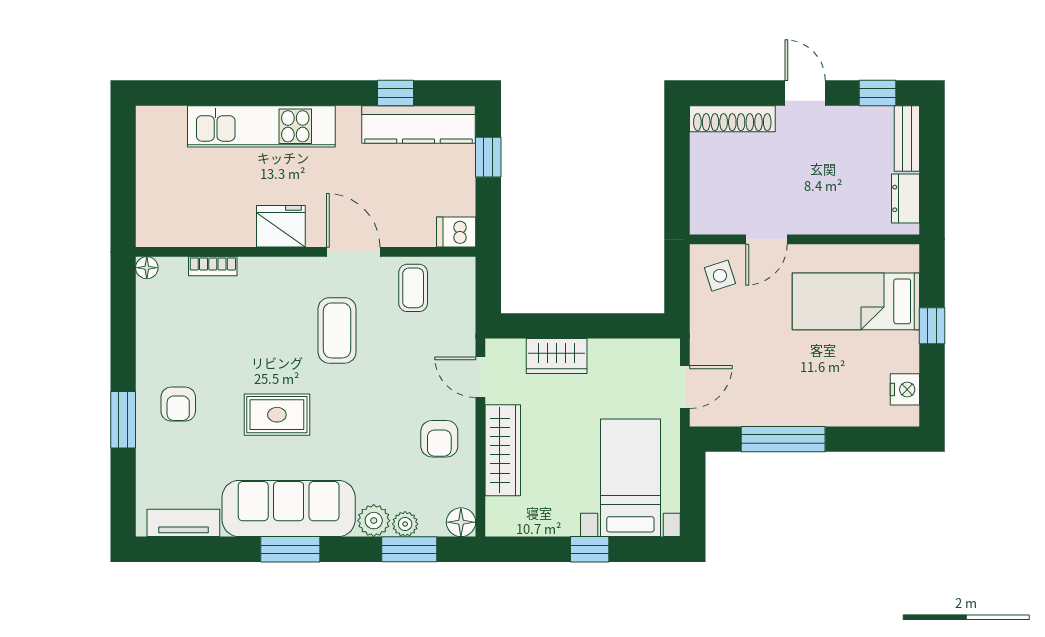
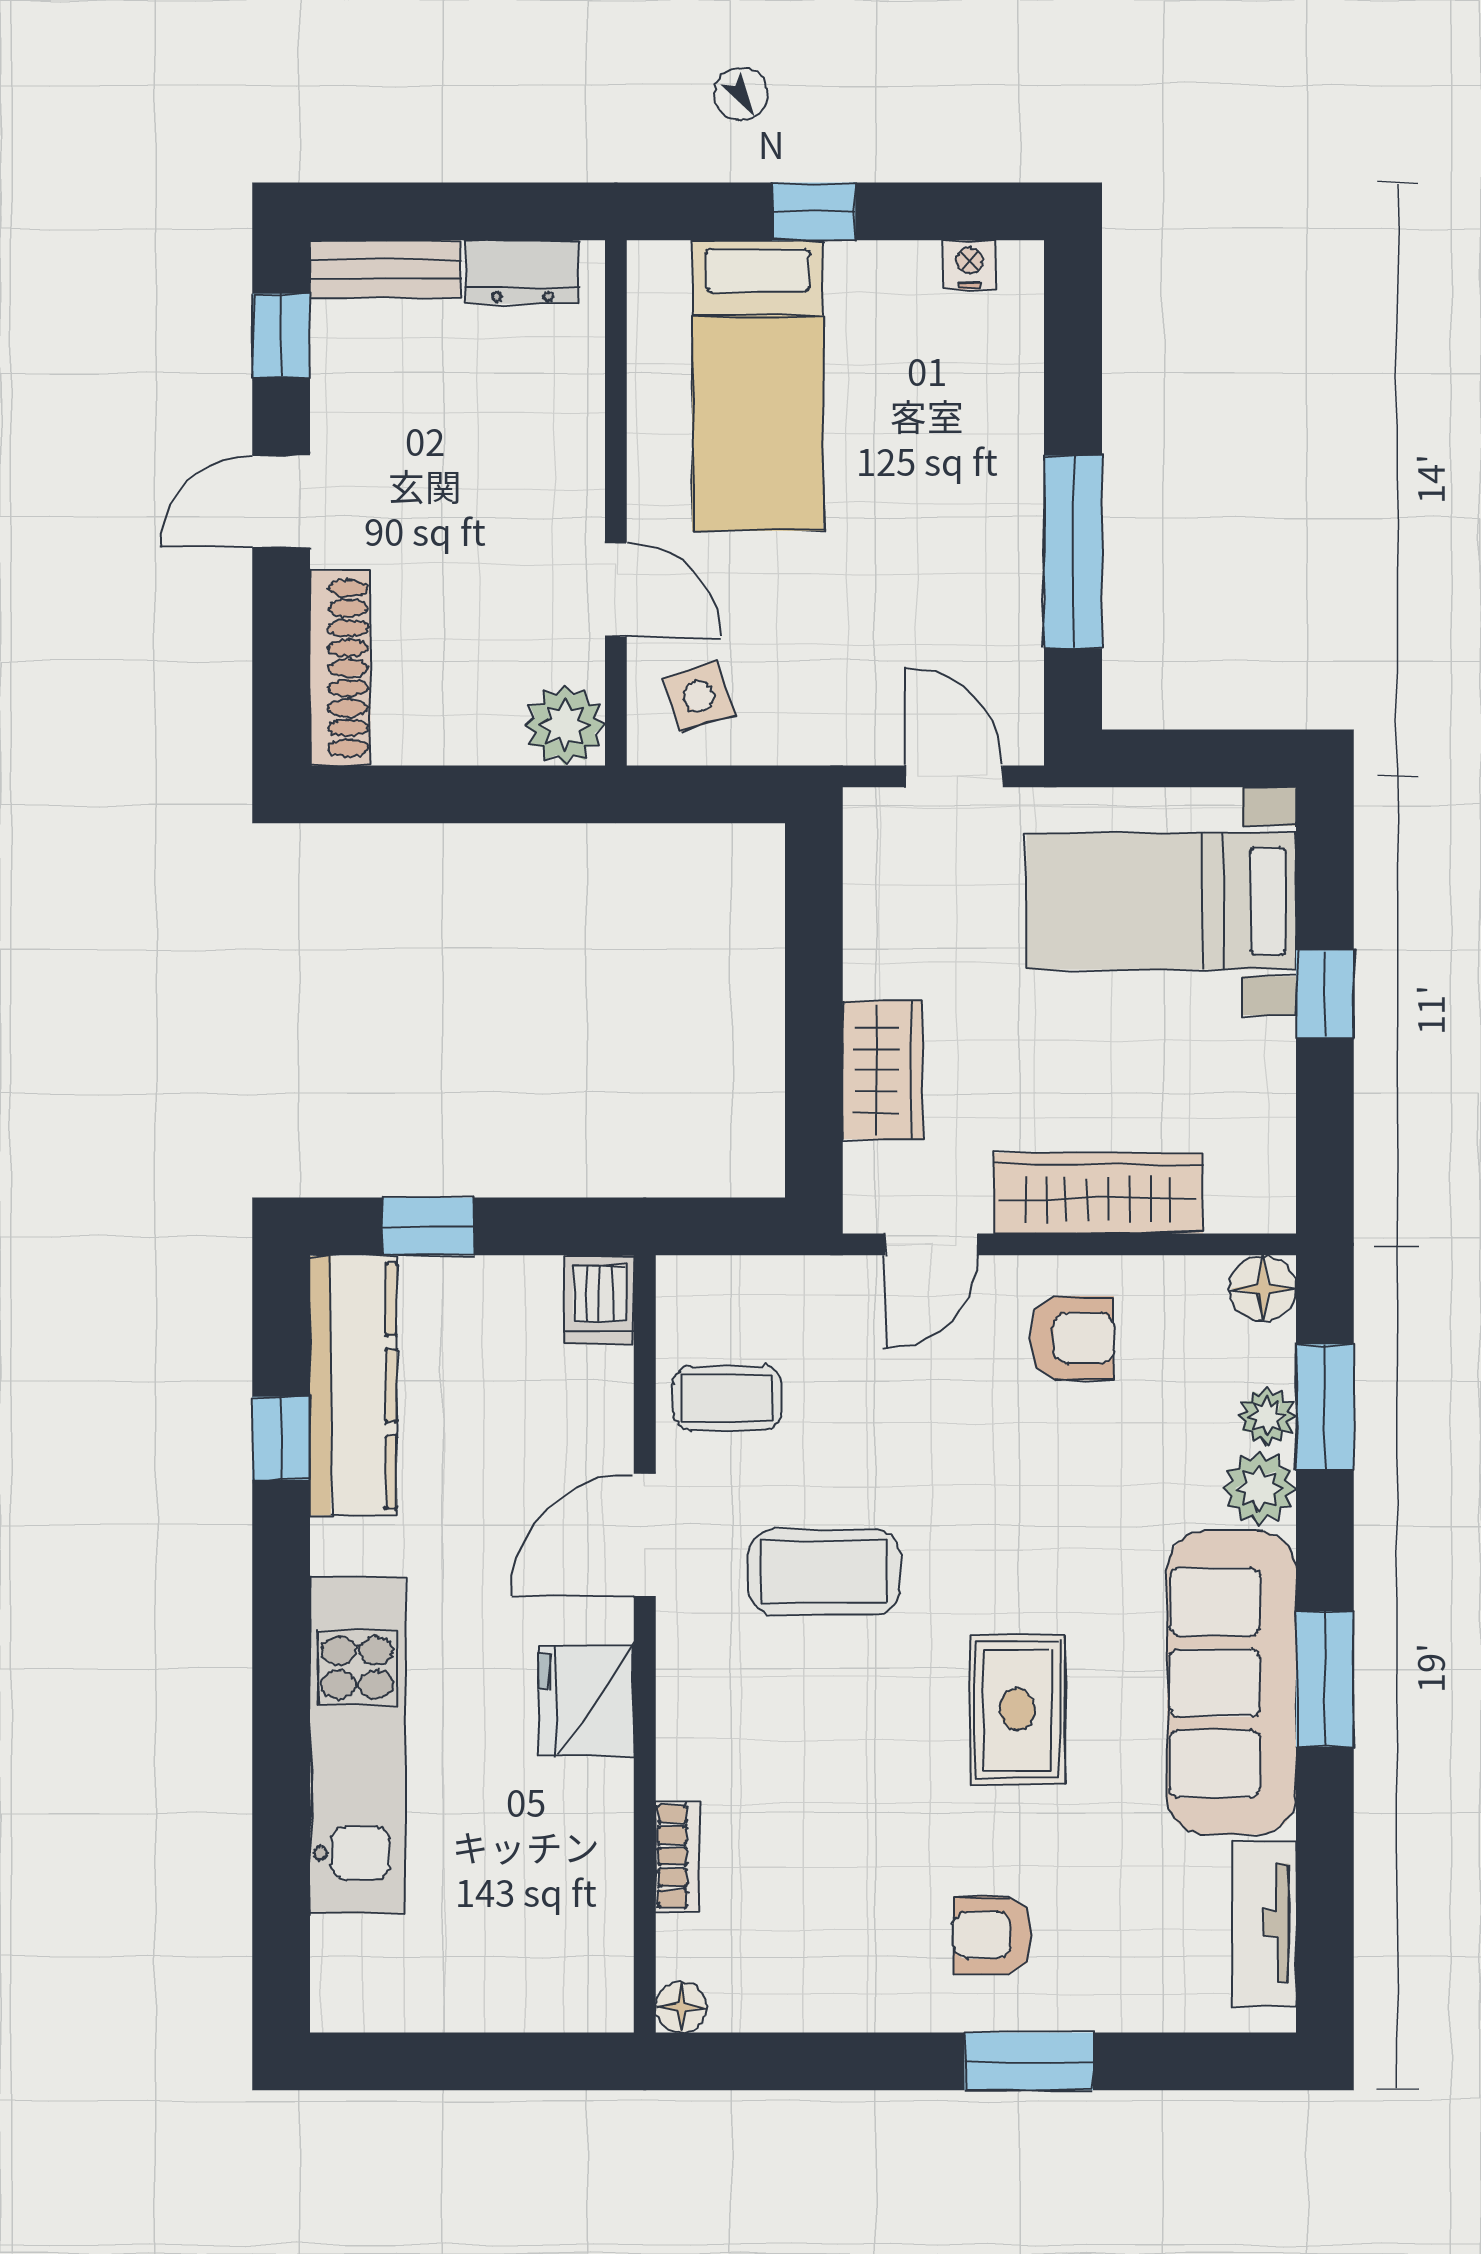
plant: (707, 217) -> (565, 725), added
nightstand: (905, 389) -> (969, 265), width x0.72, depth x0.74
armchair: (178, 404) -> (993, 1935), turned 180

